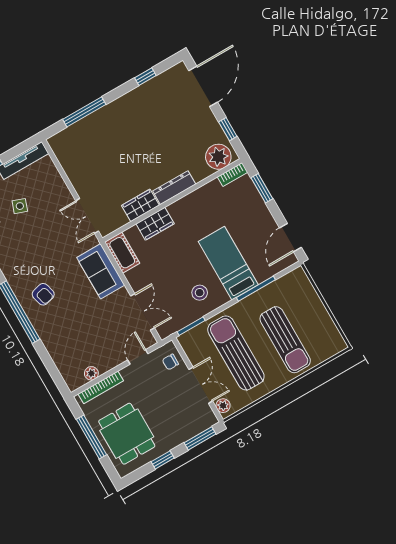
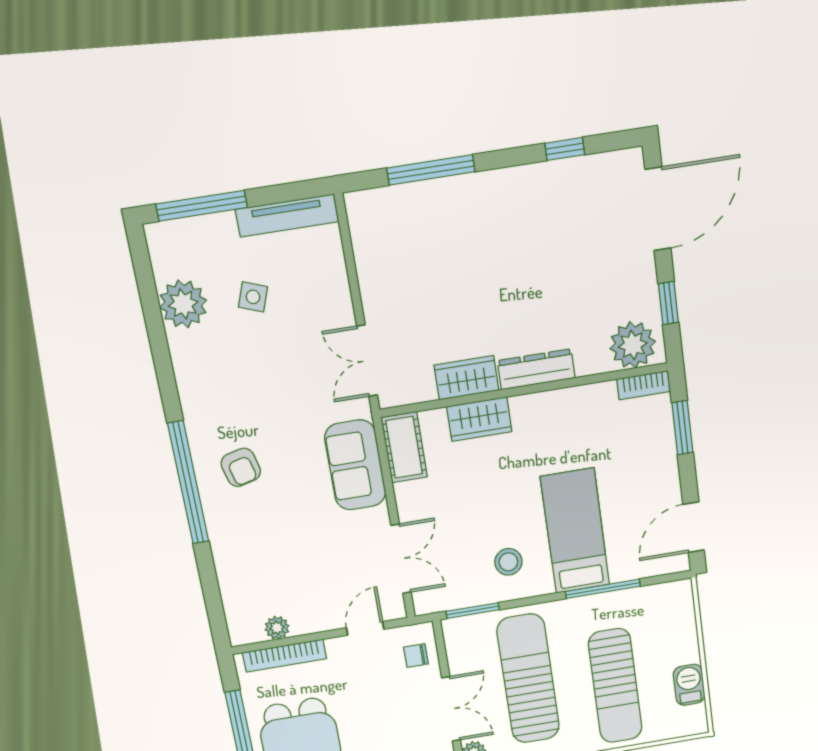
barbecue: (326, 324) -> (689, 685), added

